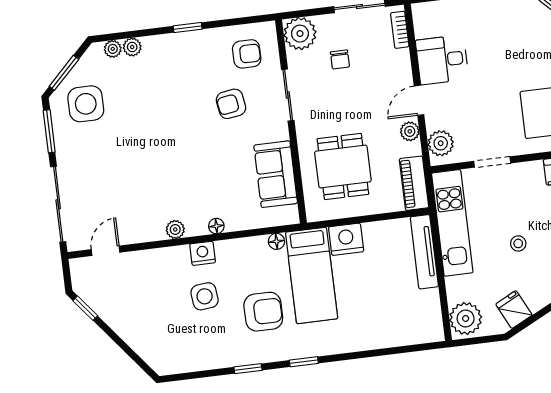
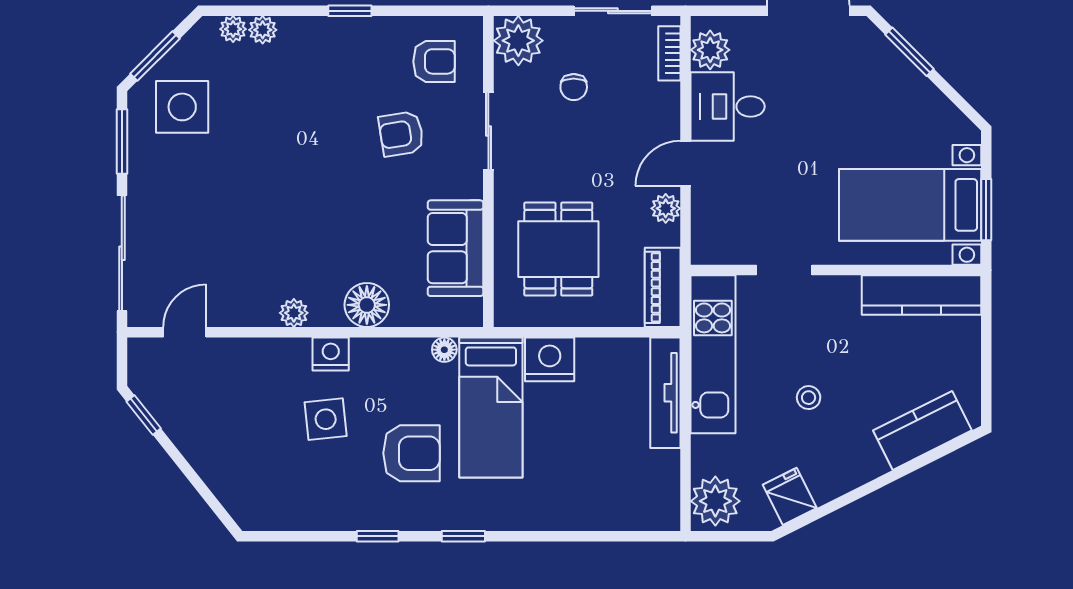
plant: (441, 143) -> (710, 50), moved
floor lamp: (216, 226) -> (367, 305), width x1.89, depth x1.89

